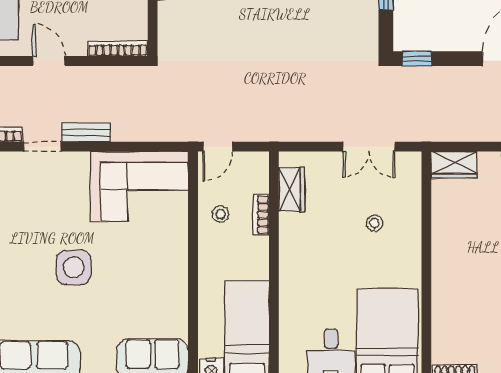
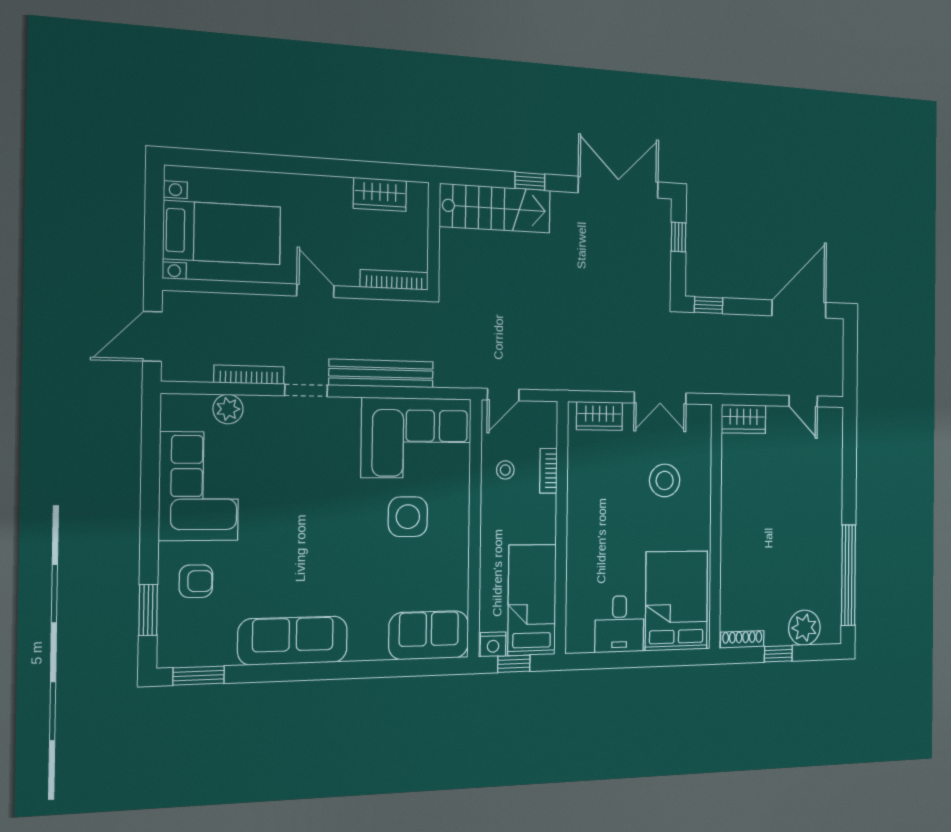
bench: (86, 133) -> (381, 373), width x1.86, depth x1.21
wardrobe: (292, 189) -> (600, 416), moved, turned 90
stool: (374, 223) -> (665, 480), width x1.89, depth x1.89
side table: (74, 267) -> (408, 517), moved

